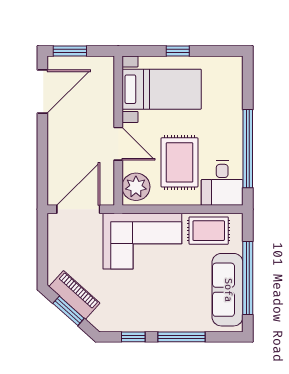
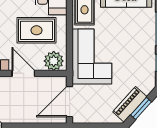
door: (118, 144) -> (23, 73), hinge flipped
door: (78, 209) -> (70, 102), hinge flipped

